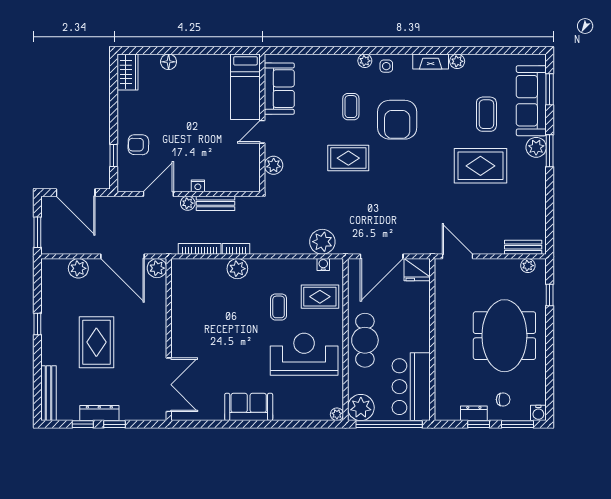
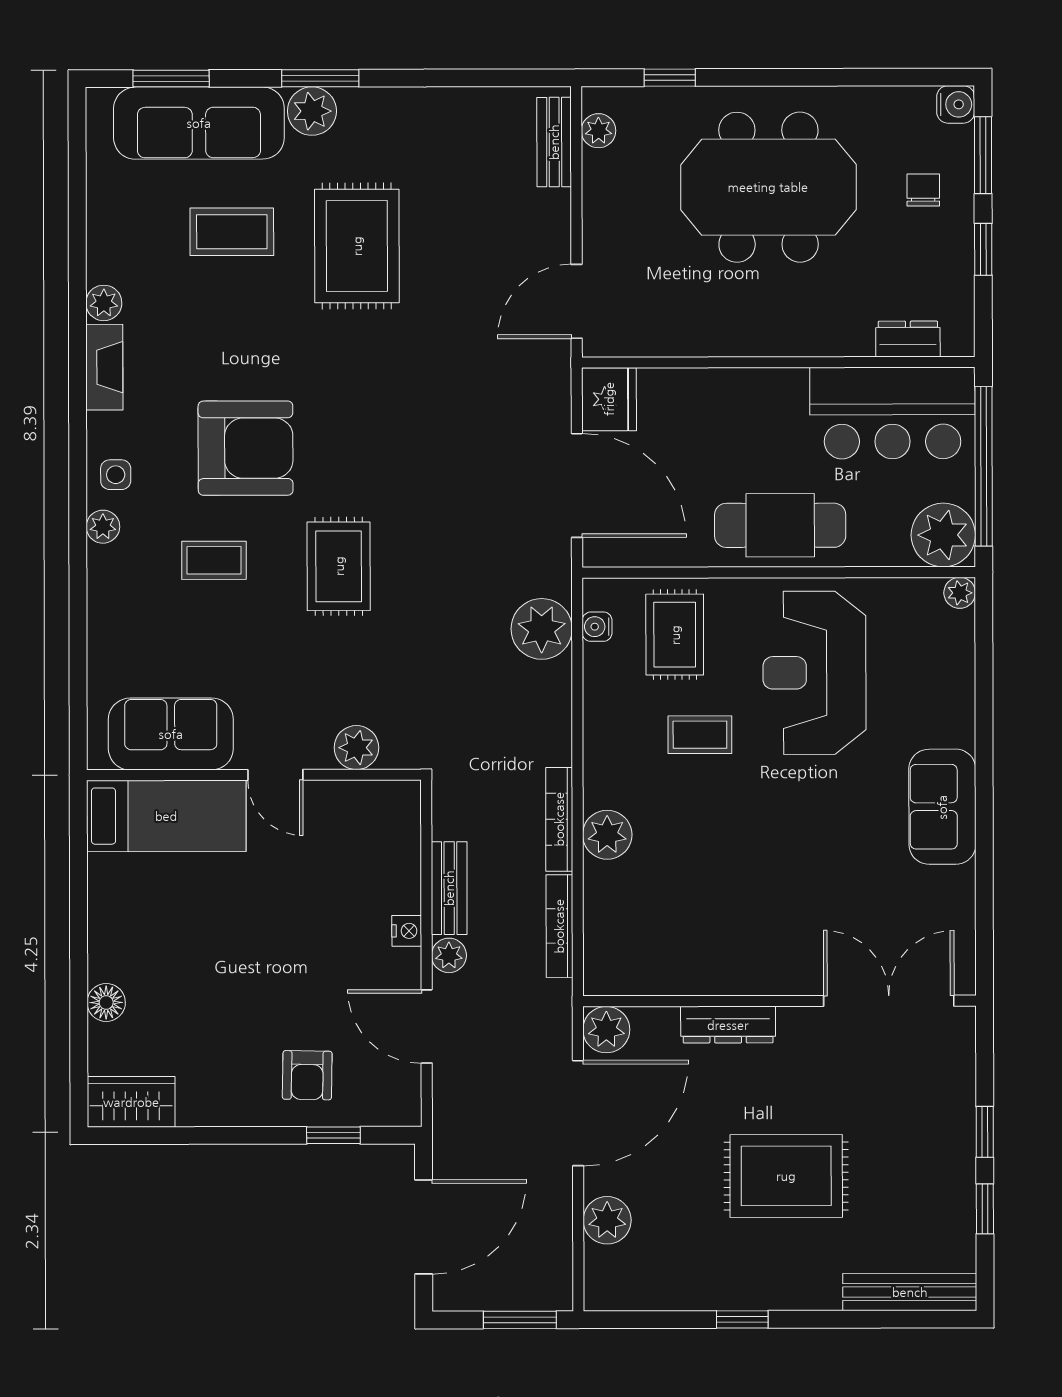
bookcase: (236, 249) -> (559, 819), width x1.56
dresser: (99, 413) -> (728, 1025), moved, turned -90
dresser: (474, 413) -> (908, 339), moved, turned 90

